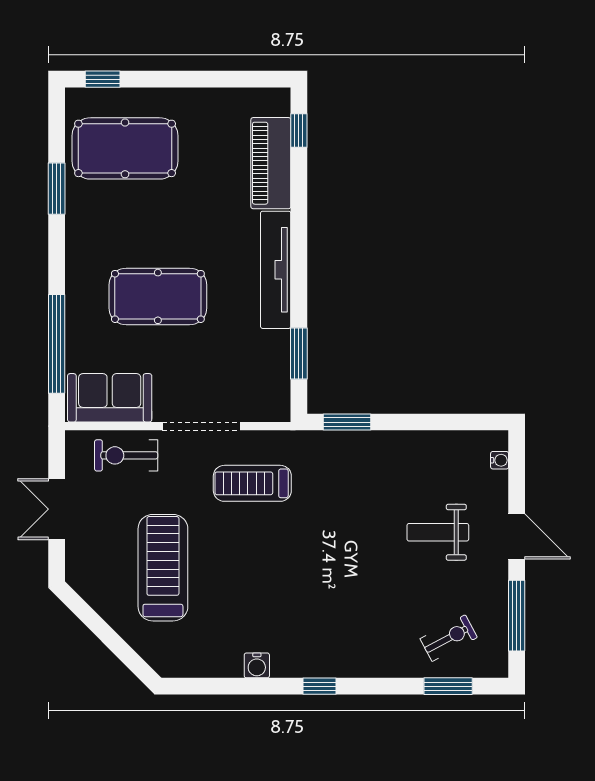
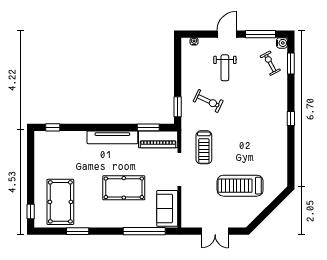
piano: (271, 163) -> (158, 139), moved
pool table: (158, 296) -> (124, 188), turned 90
exercise bike: (126, 455) -> (208, 101), moved, turned -65
water cooler: (257, 665) -> (282, 43), moved

